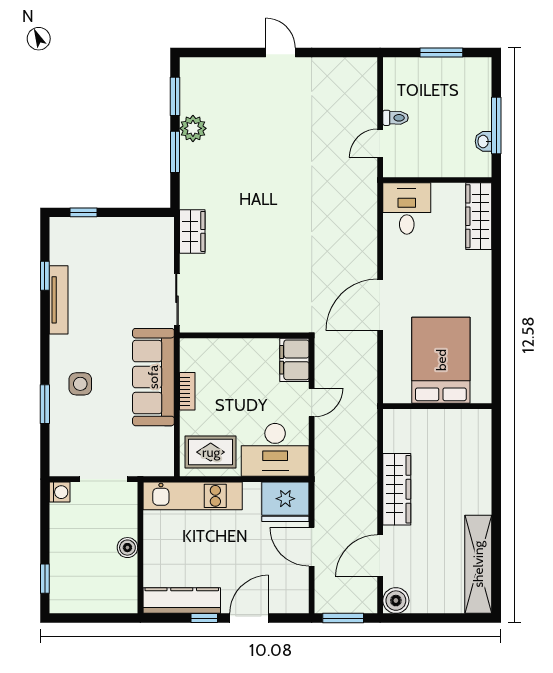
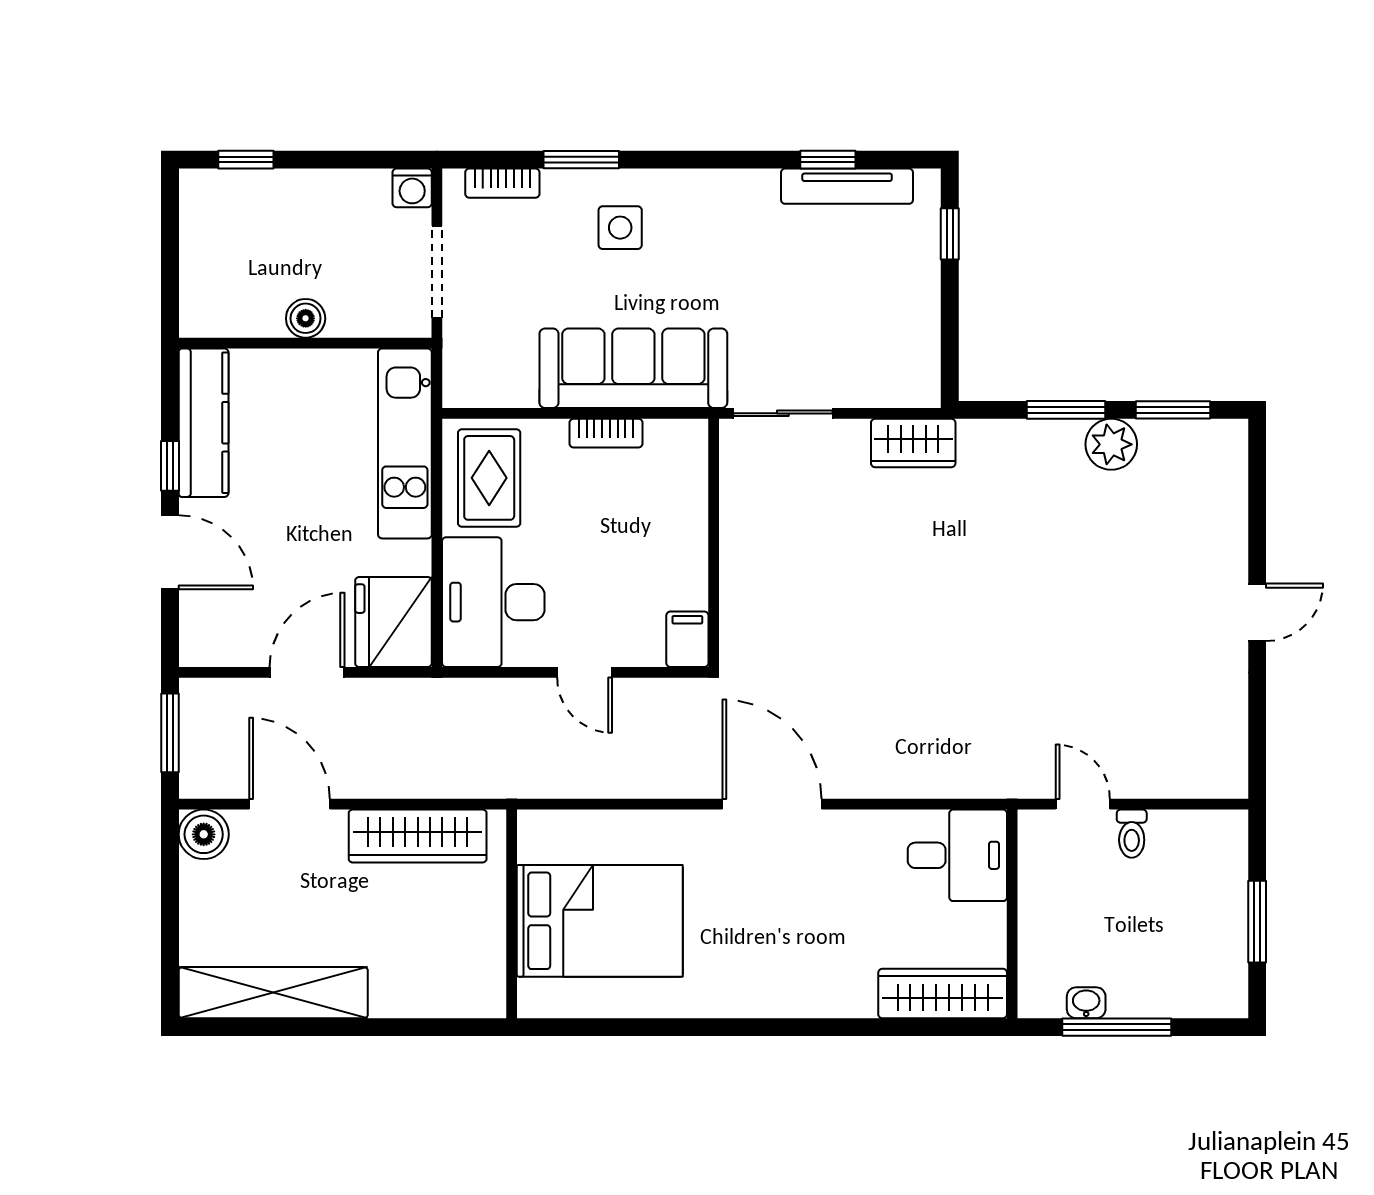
tv unit: (59, 300) -> (847, 186), moved
filing cabinet: (294, 360) -> (687, 639), width x0.50
bed: (441, 360) -> (600, 921), moved
wall: (437, 406) -> (512, 914), moved
bookcase: (57, 445) -> (502, 183), added

